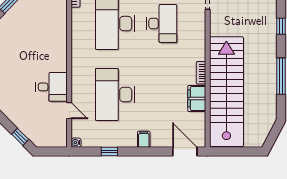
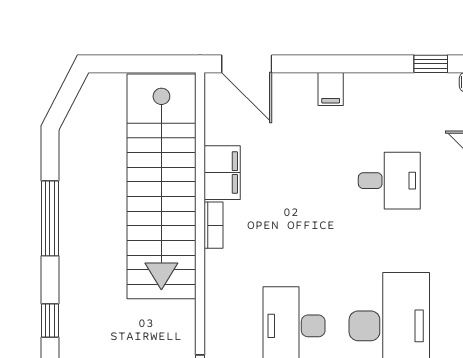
desk: (115, 94) -> (389, 181), width x0.53, depth x0.77
window: (109, 152) -> (431, 64), moved

